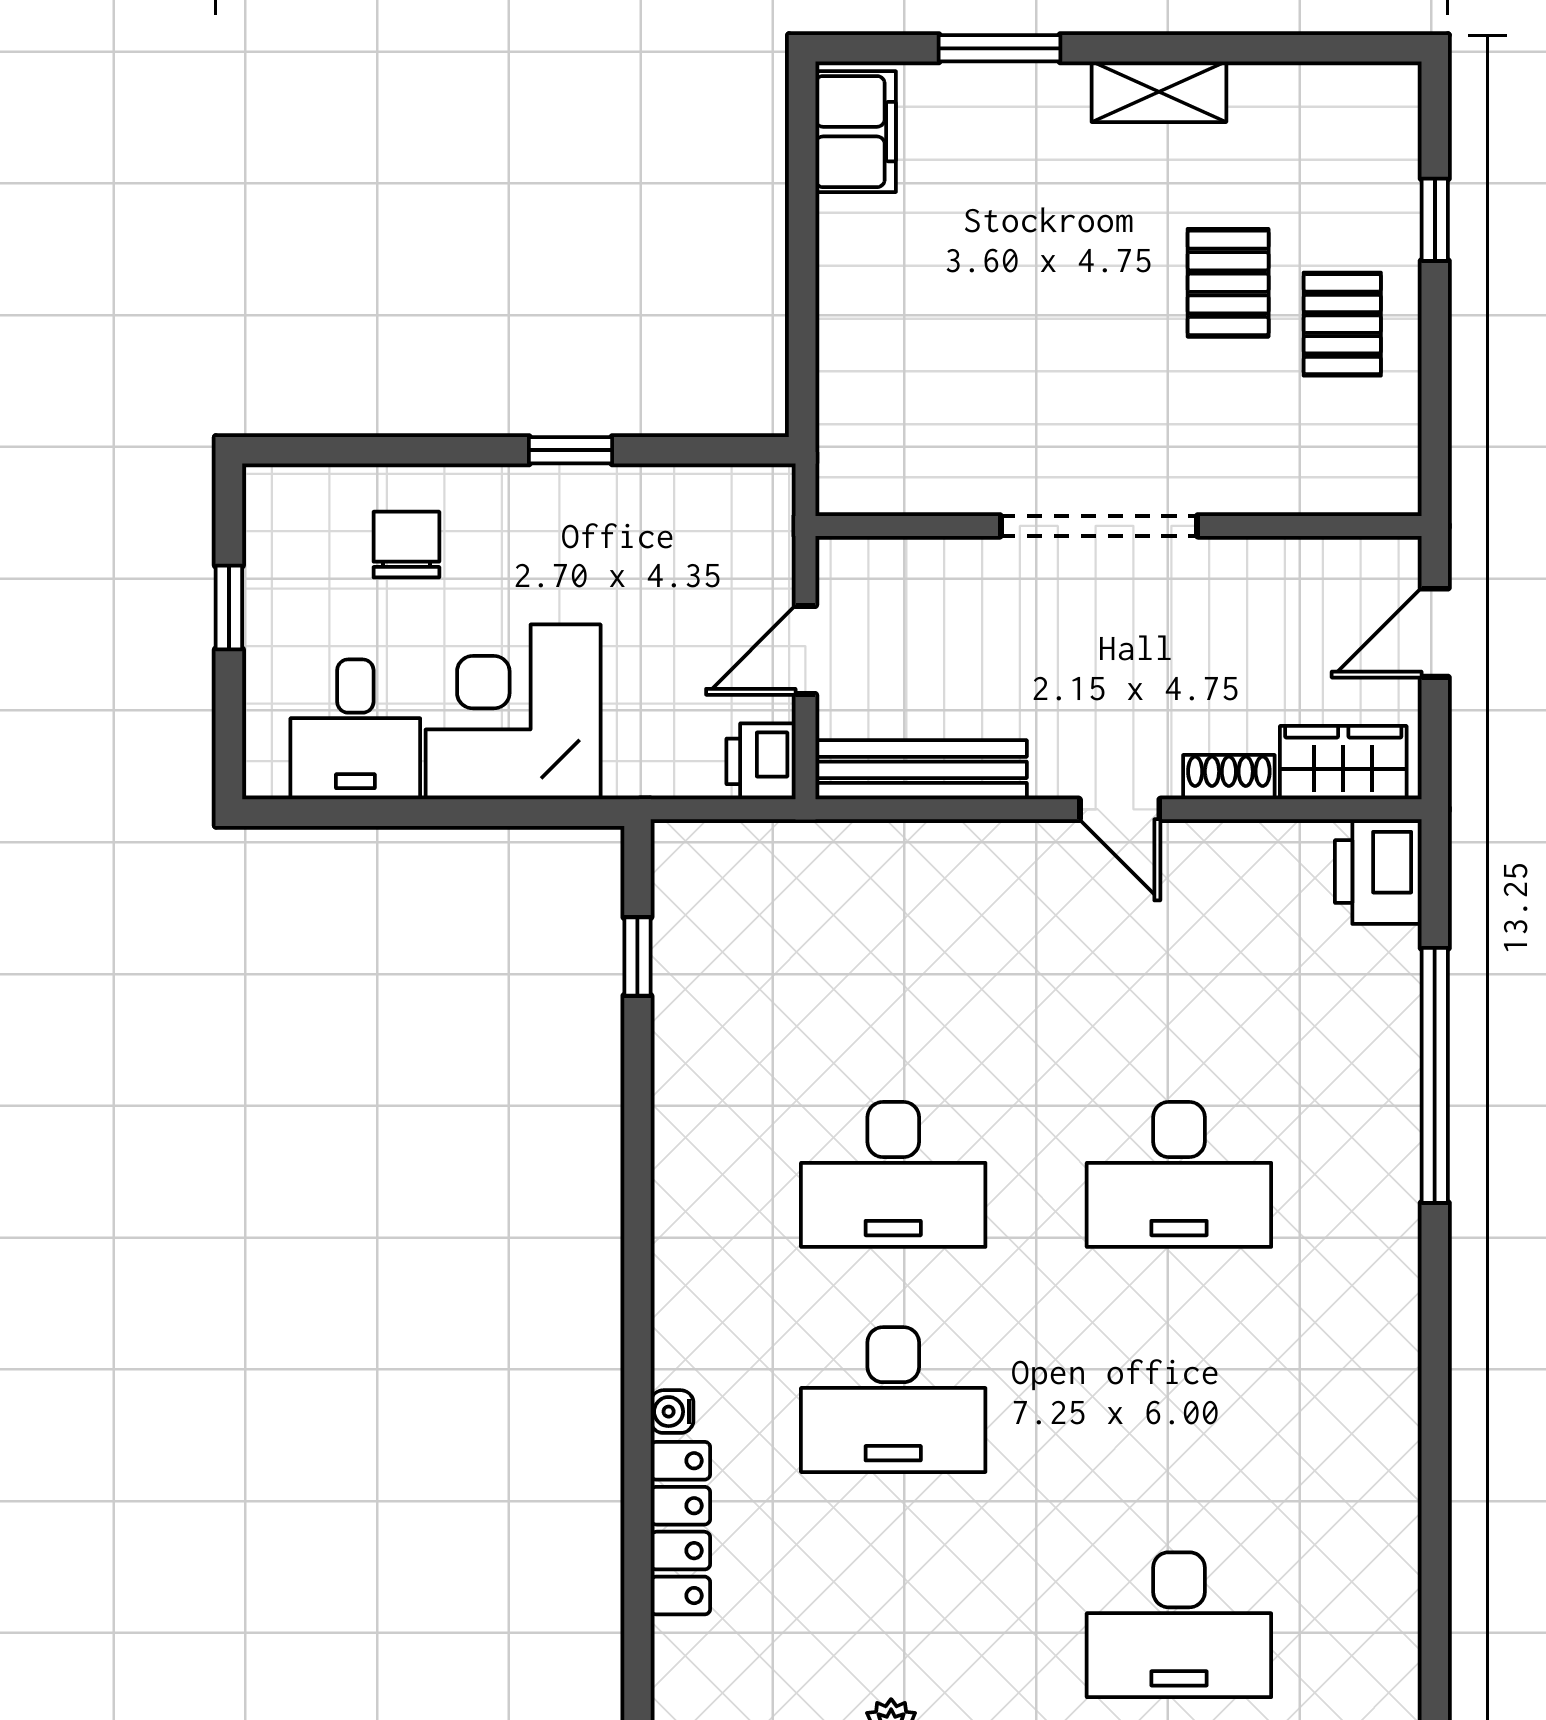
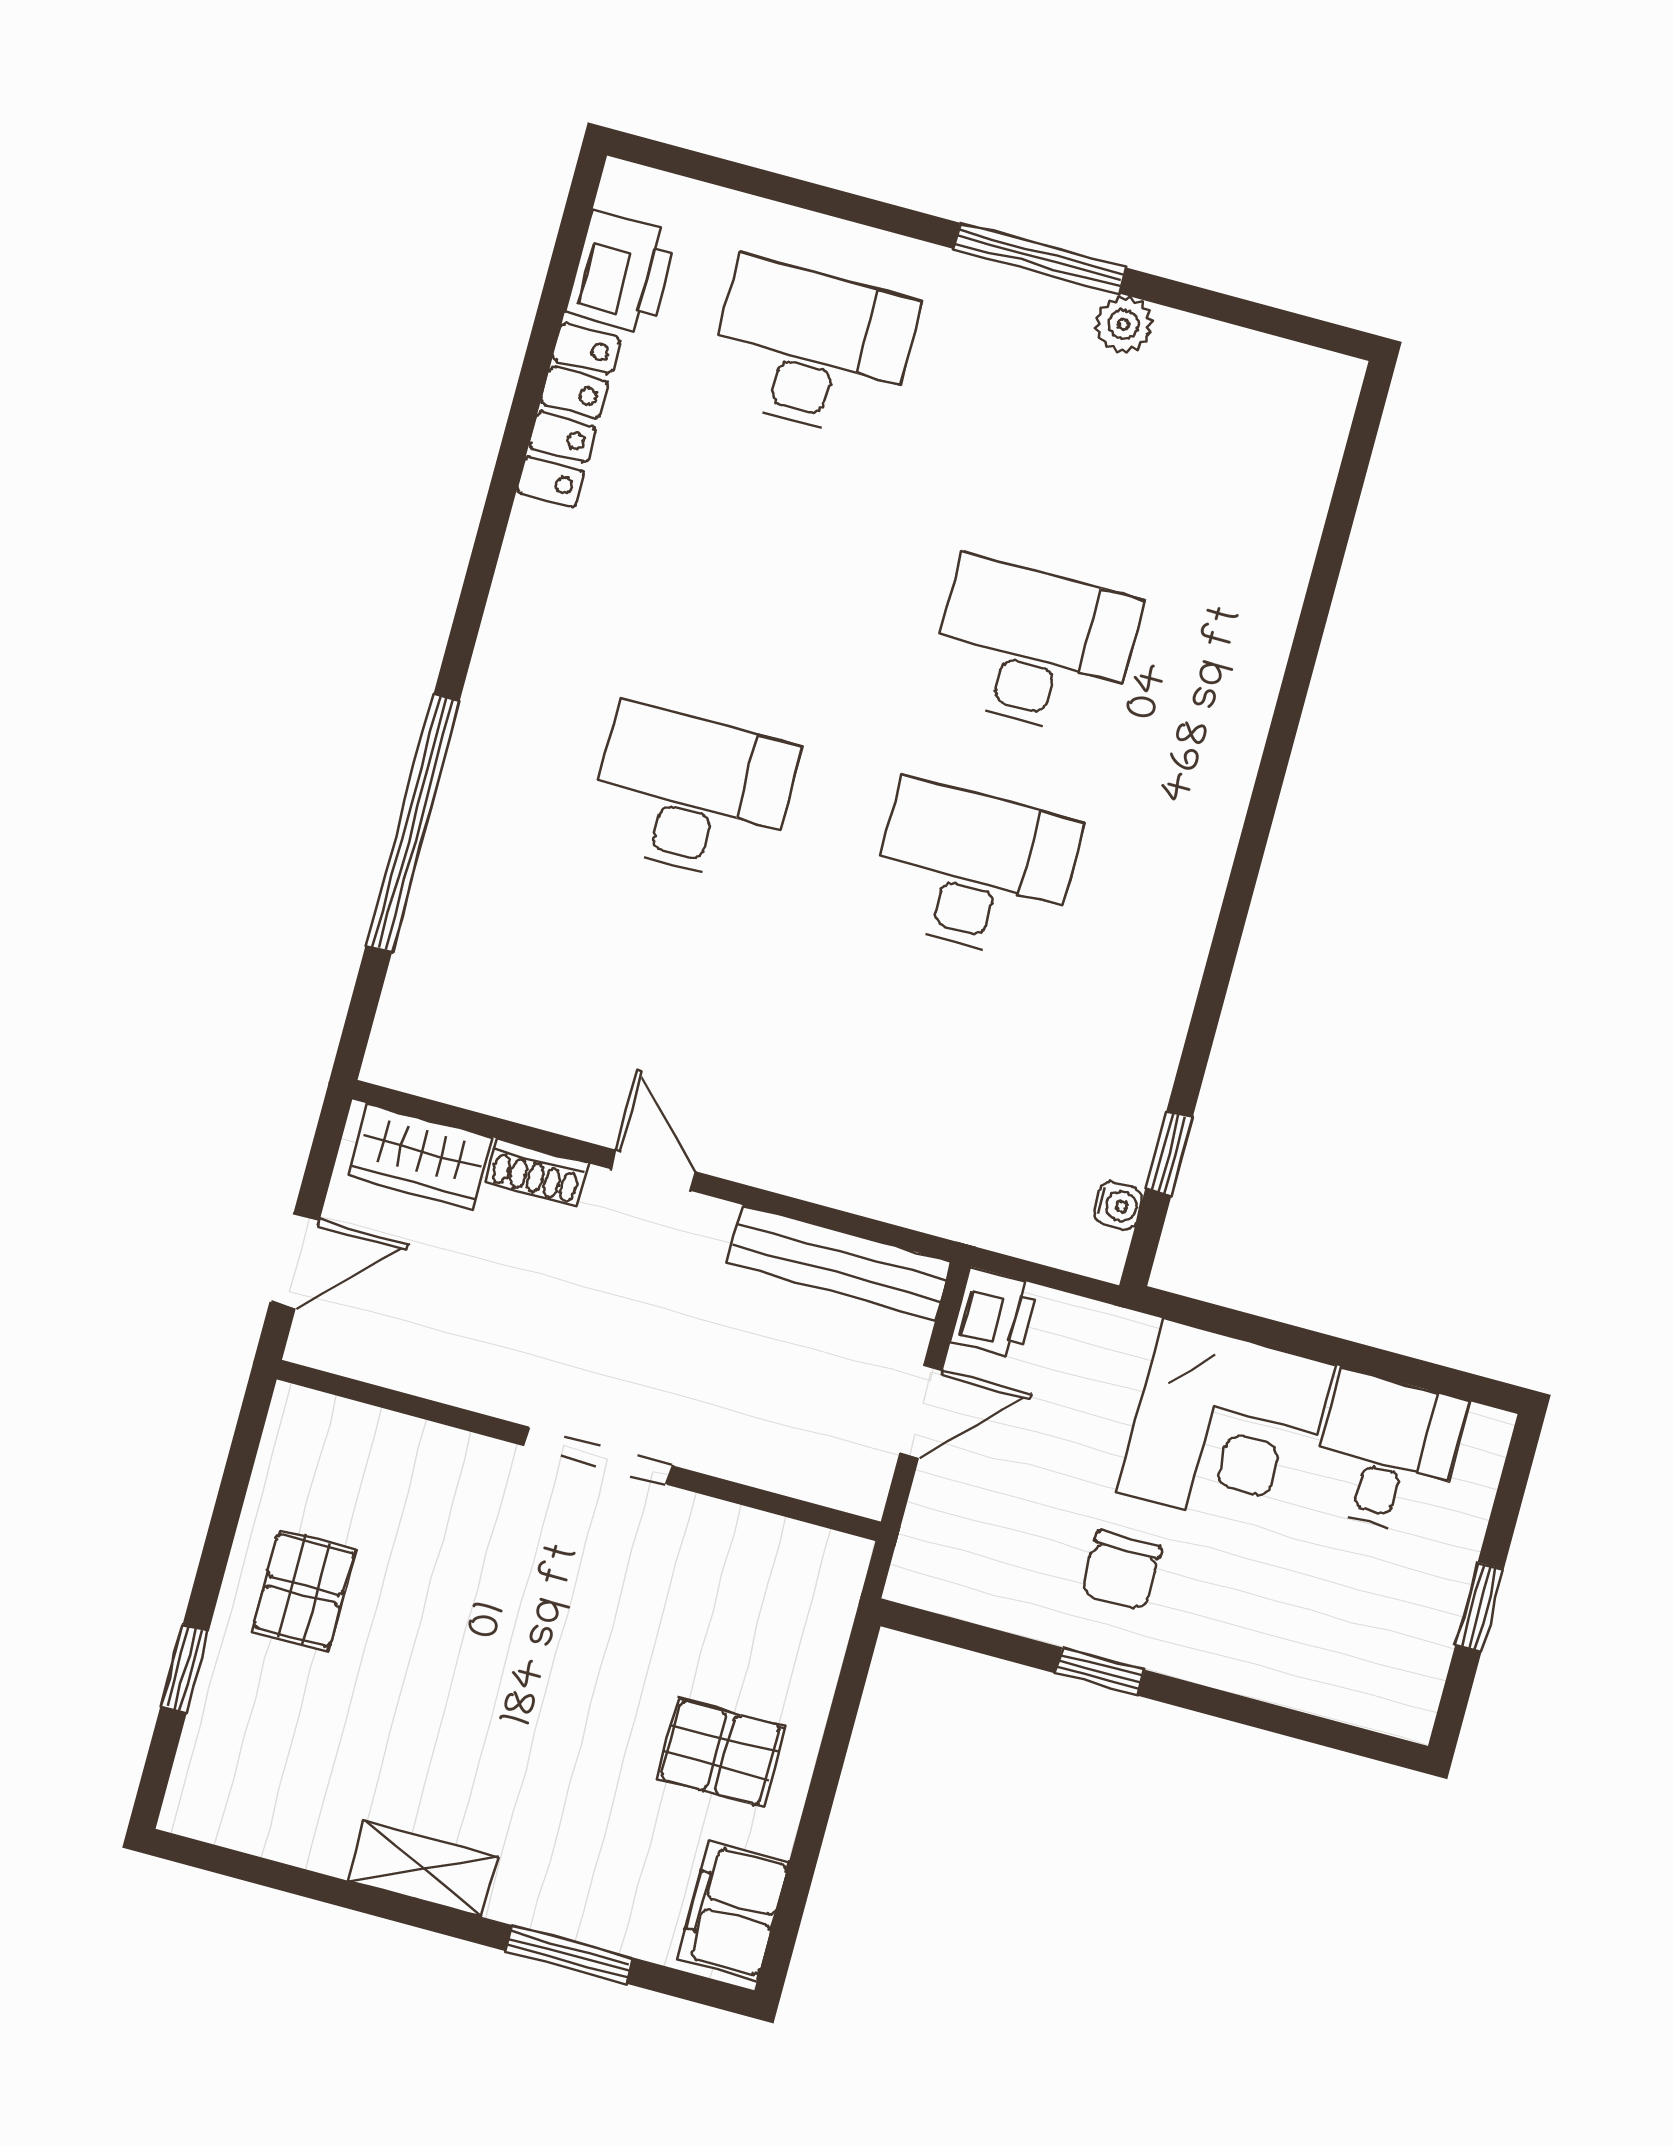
pallet: (1228, 283) -> (721, 1752), moved, turned 90
doorway: (1099, 526) -> (598, 1456), width x0.73
chair: (406, 545) -> (1121, 1570), moved
printer: (1378, 872) -> (621, 273), moved
water cooler: (672, 1412) -> (1118, 1206), moved
locker: (680, 1528) -> (568, 415), moved, turned 180

